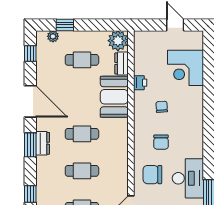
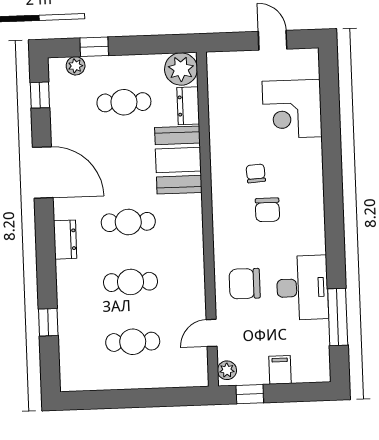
printer: (140, 83) -> (219, 136), removed
chair: (161, 142) -> (267, 210), moved
window: (30, 145) -> (45, 243), removed

